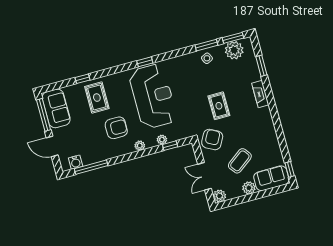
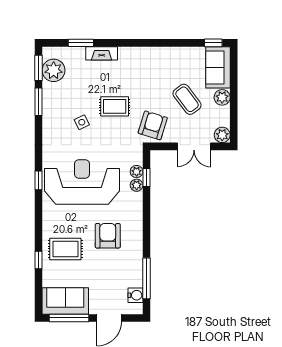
side table: (207, 58) -> (82, 122), moved
fireplace: (260, 94) -> (102, 53), moved
armchair: (212, 140) -> (153, 125), turned 79
plant: (140, 146) -> (137, 172), moved

